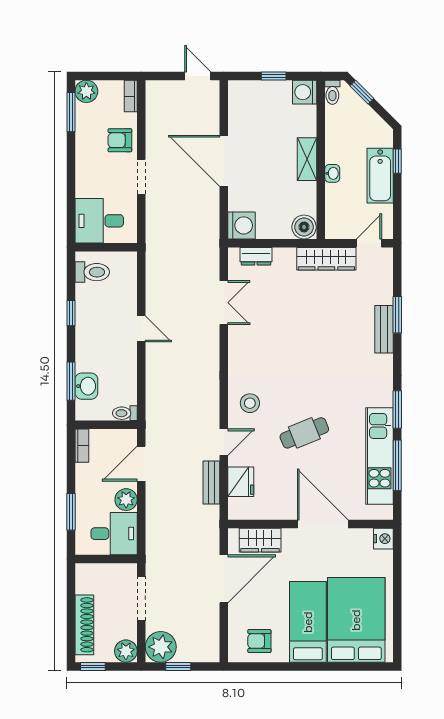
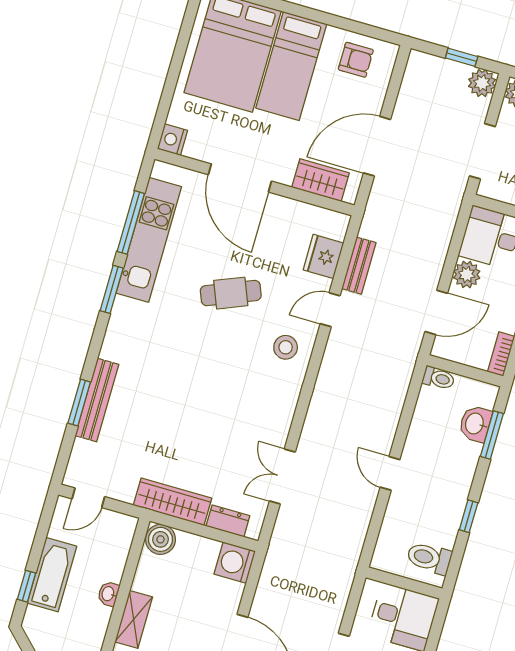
wardrobe: (326, 259) -> (173, 502), moved
bench: (384, 329) -> (97, 400), width x1.36
plant: (161, 647) -> (482, 83), width x0.73, depth x0.73

